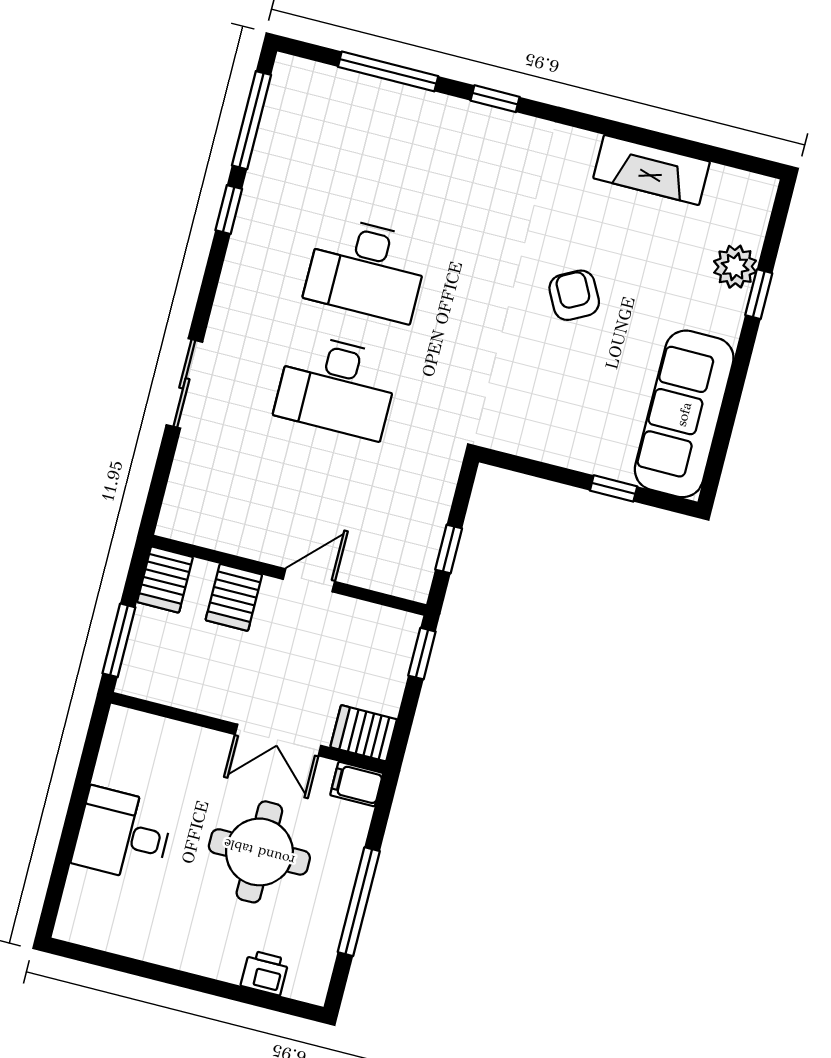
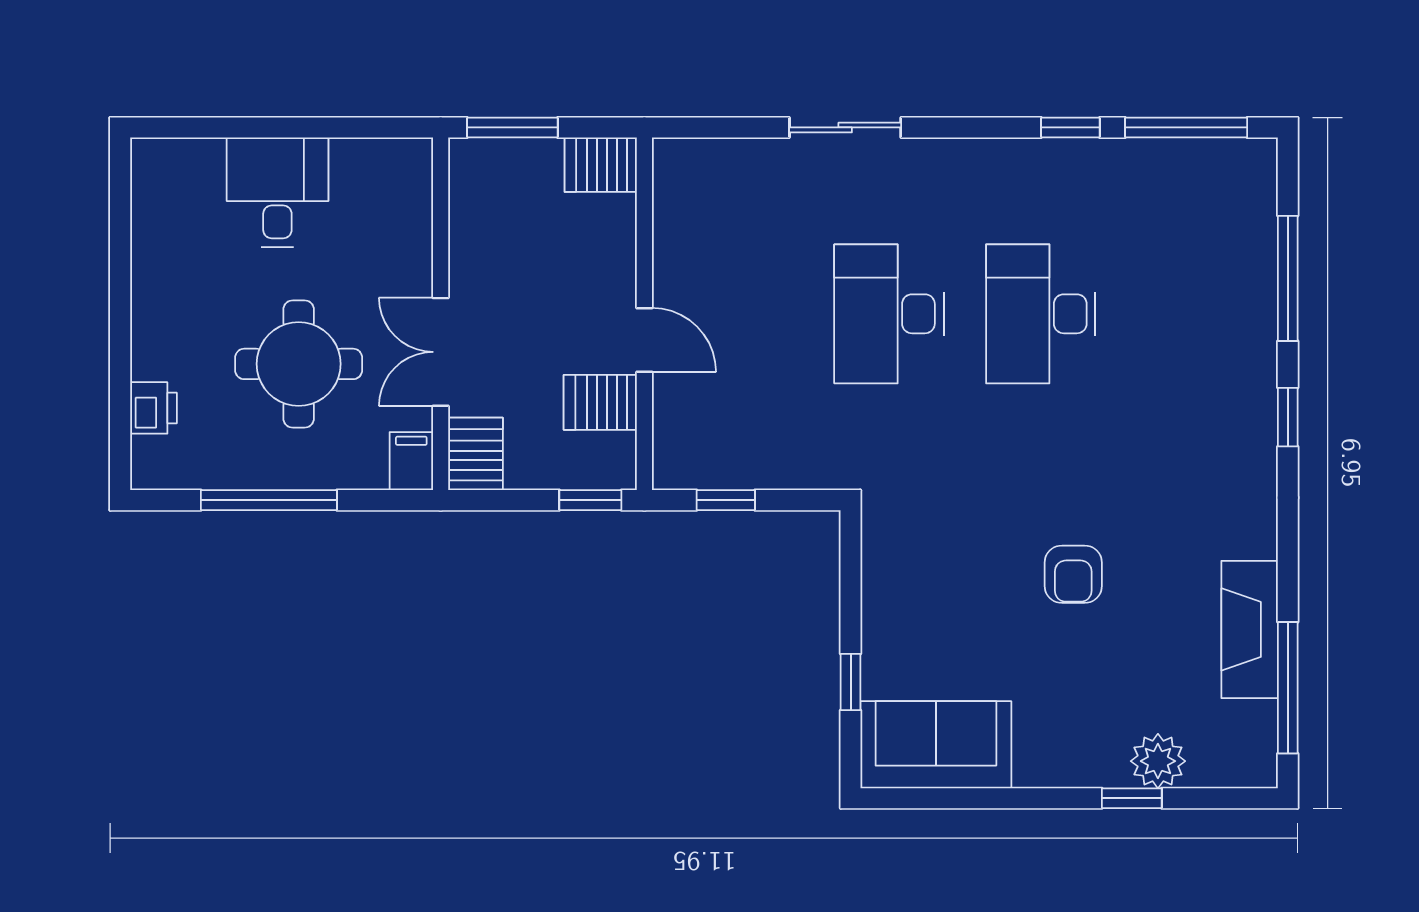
window: (704, 152) -> (1288, 688), added
armchair: (574, 295) -> (1073, 574), turned 118
sofa: (684, 414) -> (936, 745), width x0.73
server rack: (234, 597) -> (600, 402), moved

